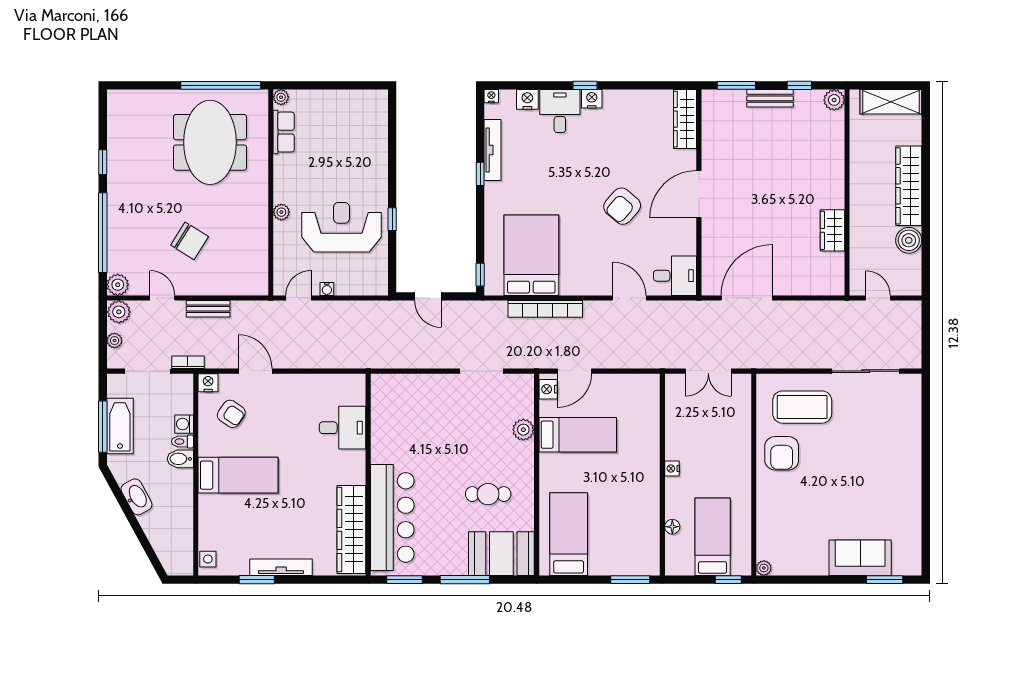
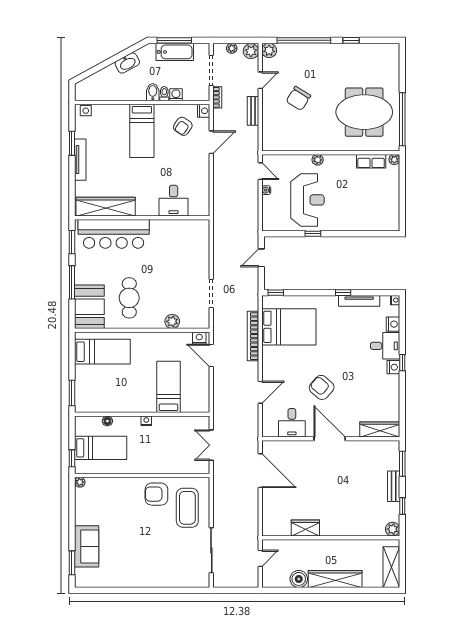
desk: (675, 276) -> (292, 423), moved
bed: (578, 435) -> (168, 387), moved, turned 180
cafe table: (488, 494) -> (129, 298), width x1.37, depth x1.35

